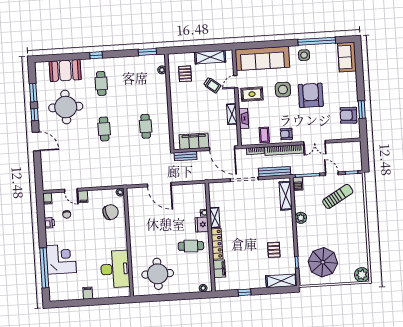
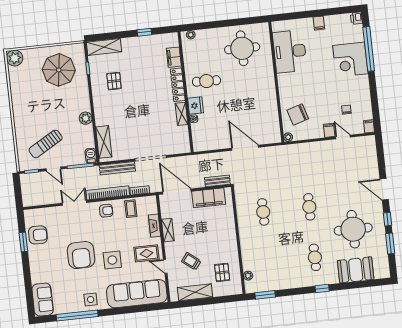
door: (236, 82) -> (165, 266), swing flipped
printer: (49, 223) -> (356, 18), moved

